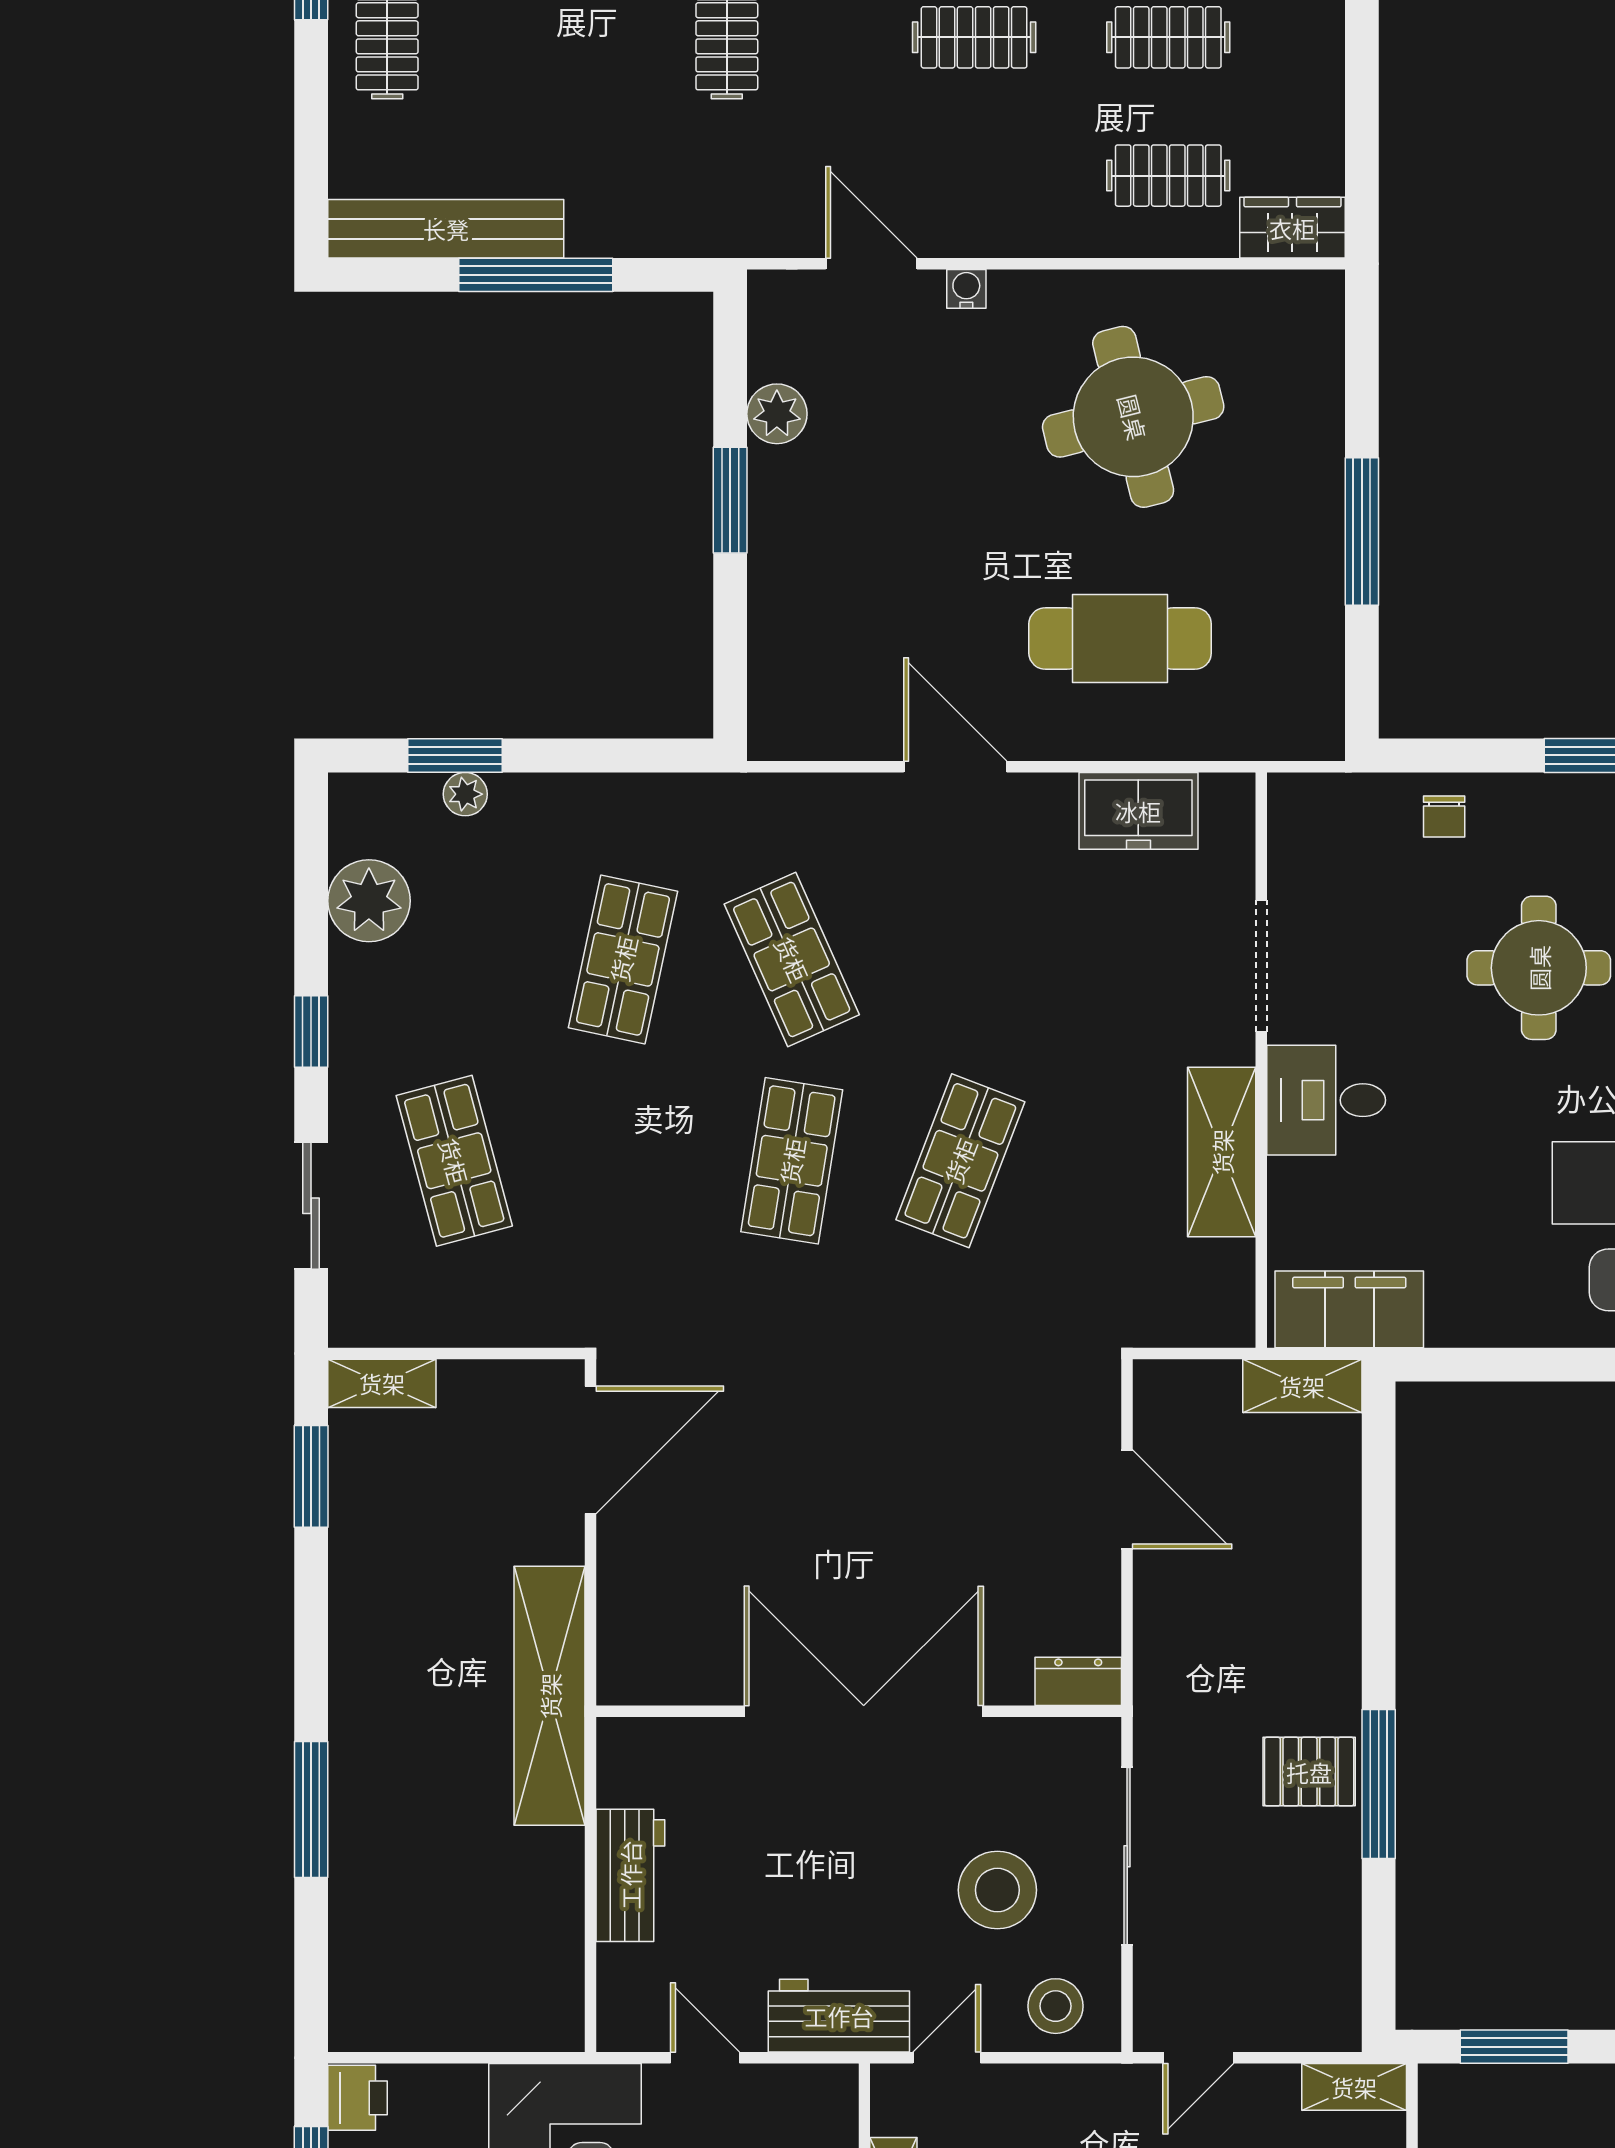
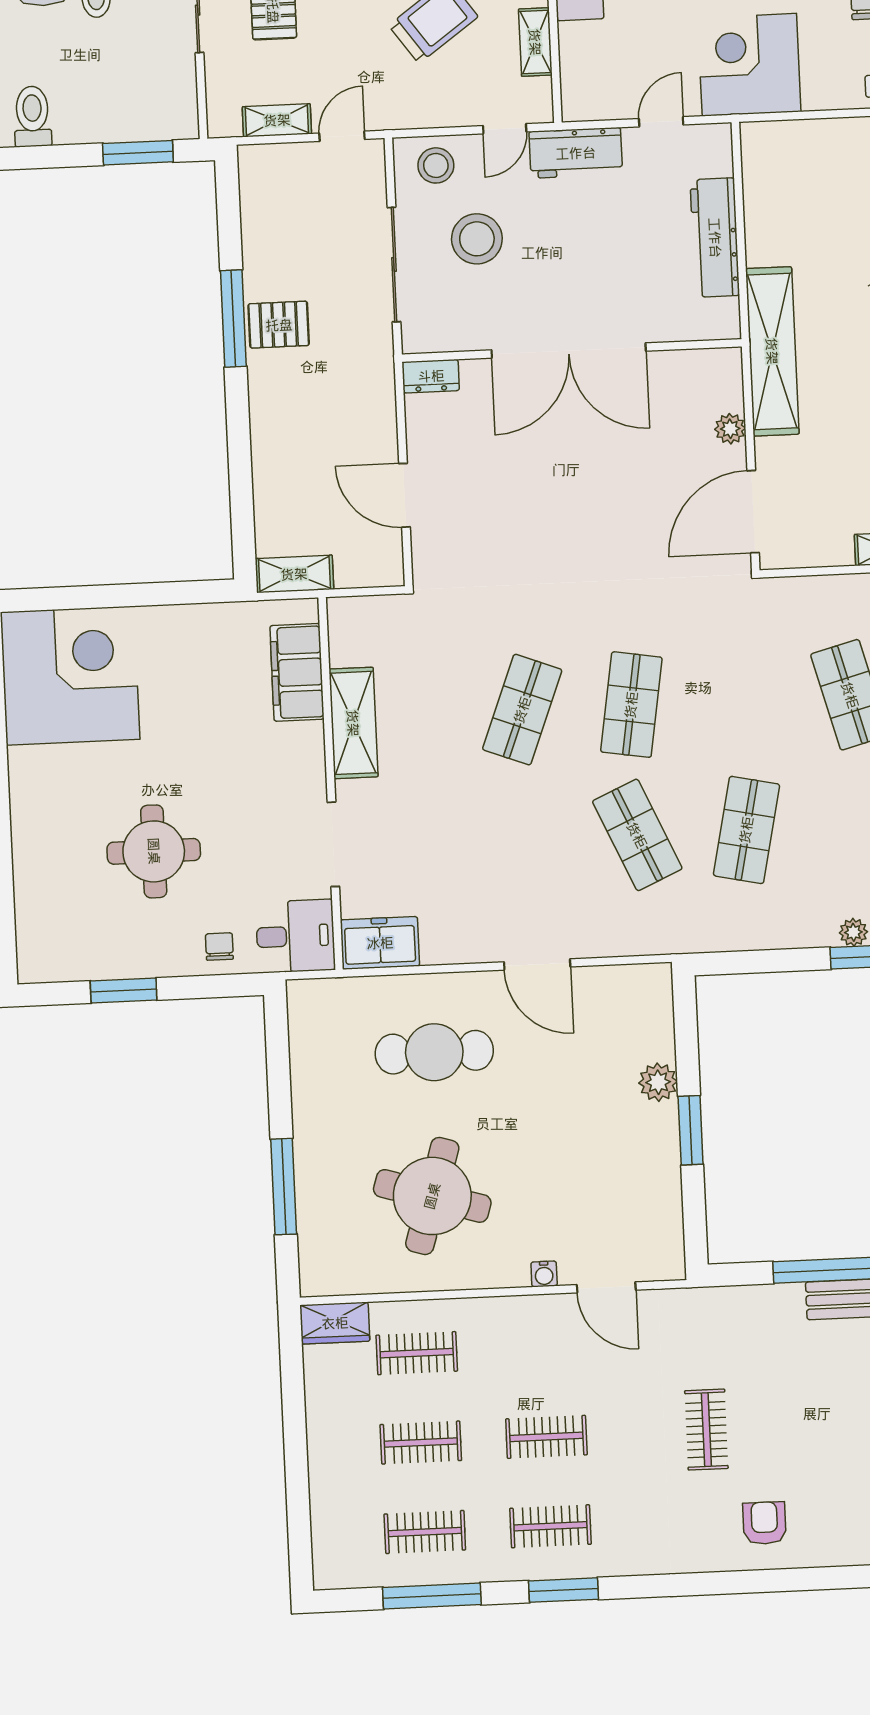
plant: (777, 414) -> (658, 1082), moved
round table: (1133, 417) -> (432, 1196), turned 31
window: (1362, 532) -> (284, 1187), moved
freezer: (1138, 811) -> (380, 943), moved
desk: (1326, 1100) -> (295, 936), moved
filing cabinet: (1349, 1309) -> (297, 672), moved, turned 90
plant: (620, 1579) -> (730, 429), added
workbench: (630, 1875) -> (715, 238), width x1.38
door: (705, 2058) -> (661, 122), swing flipped
shelving: (1354, 2087) -> (277, 120), moved

